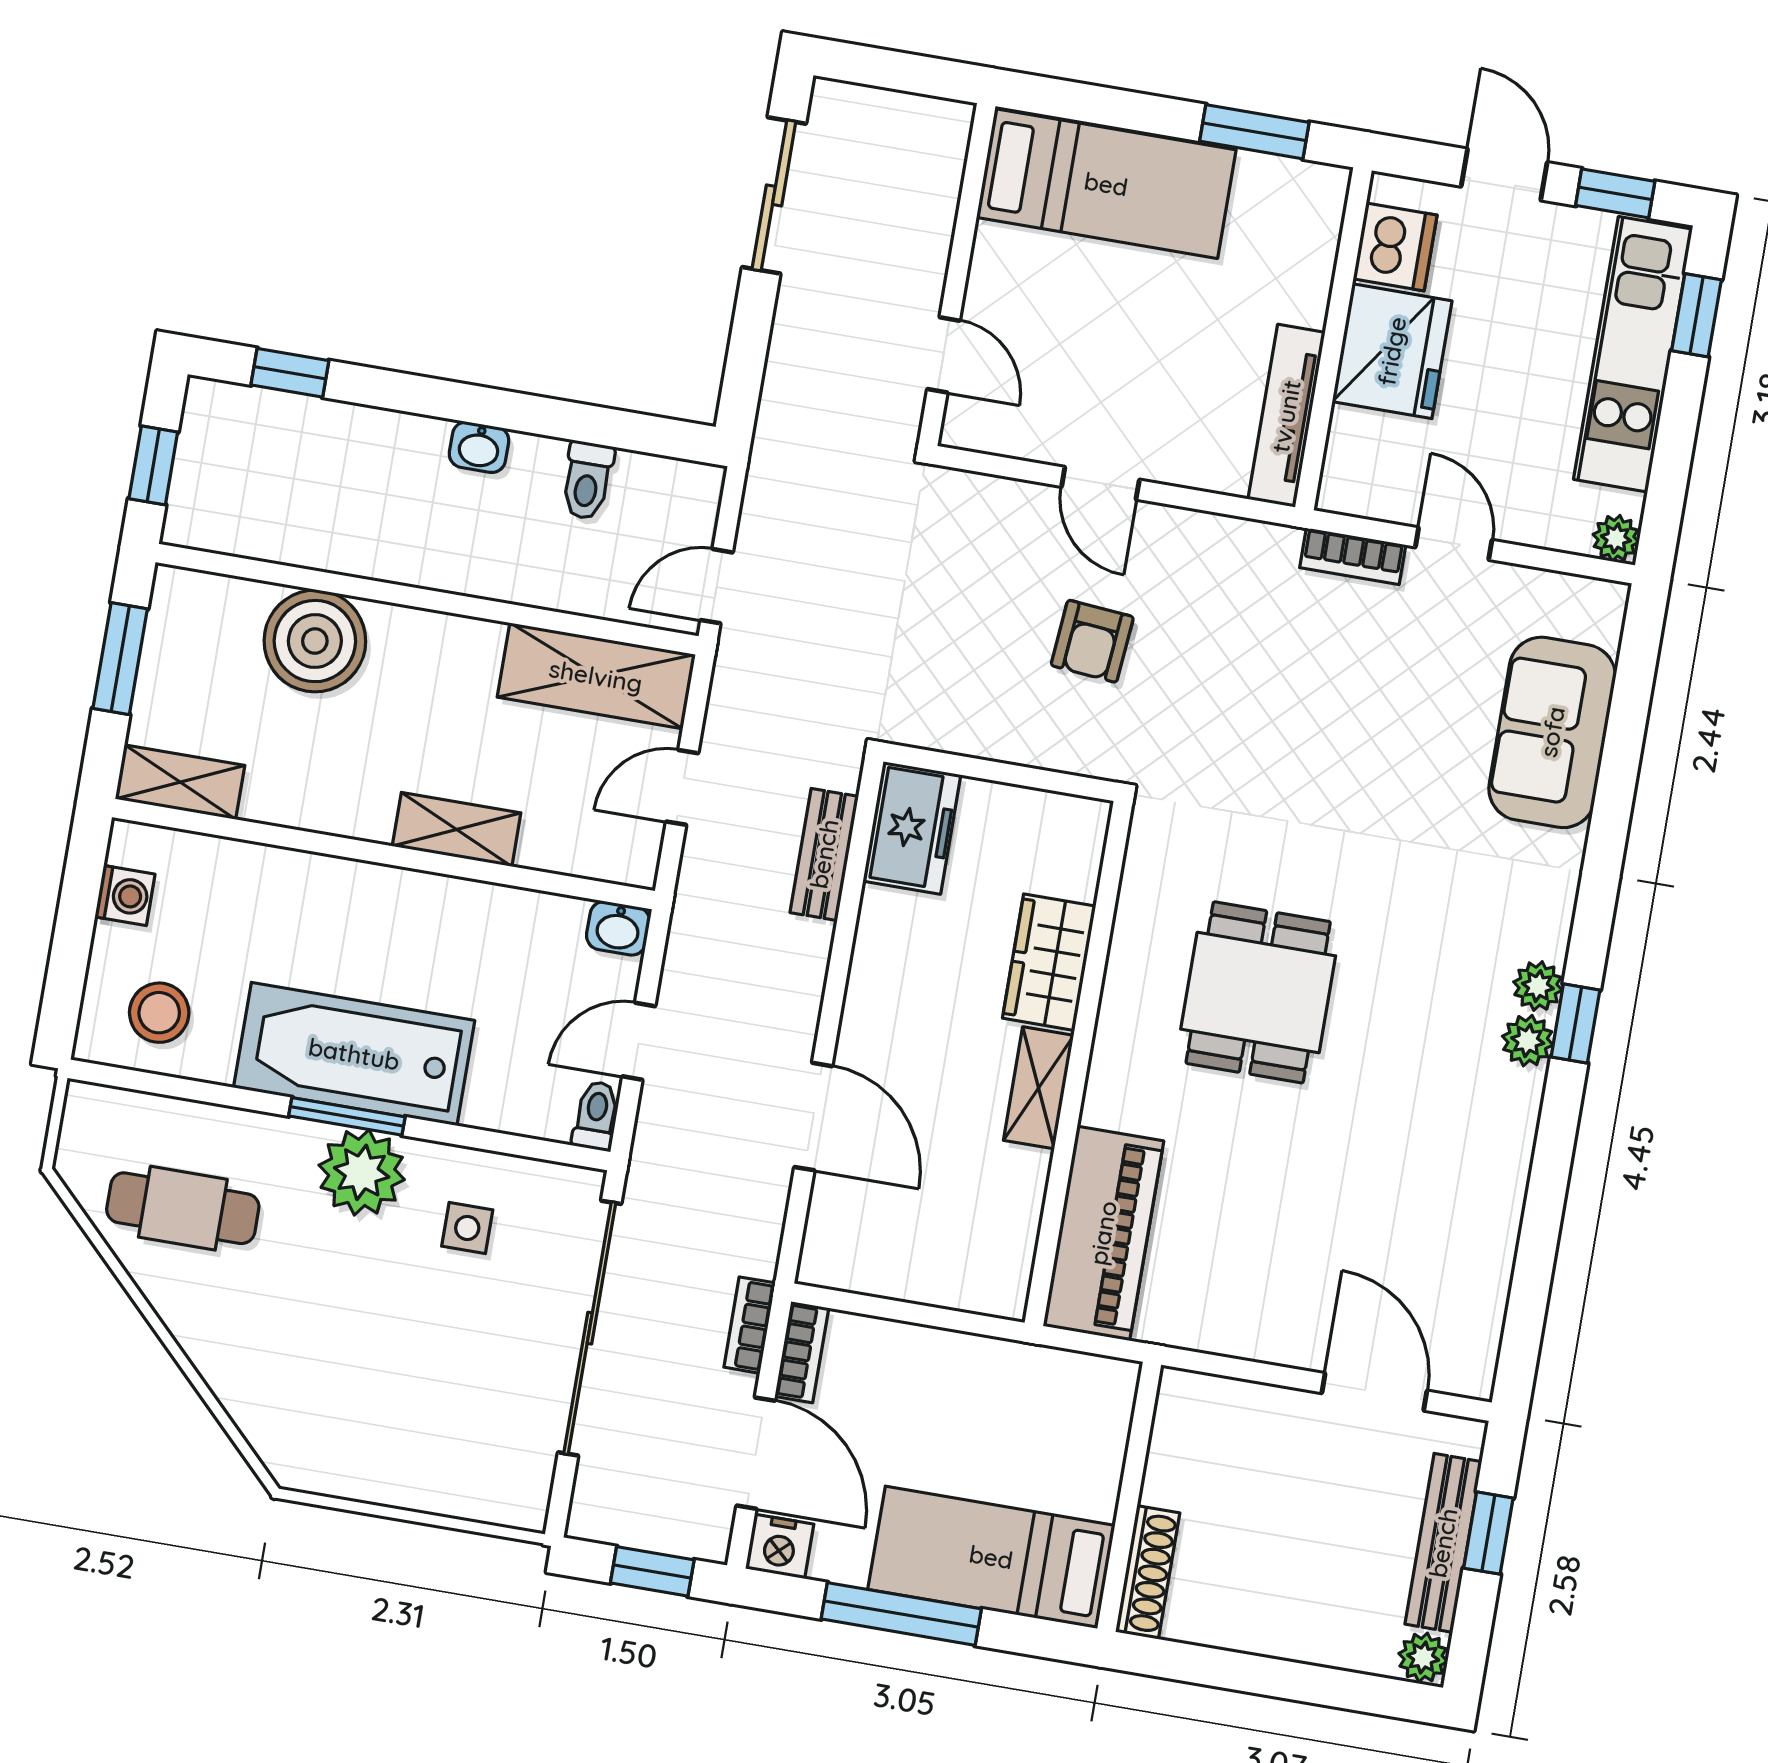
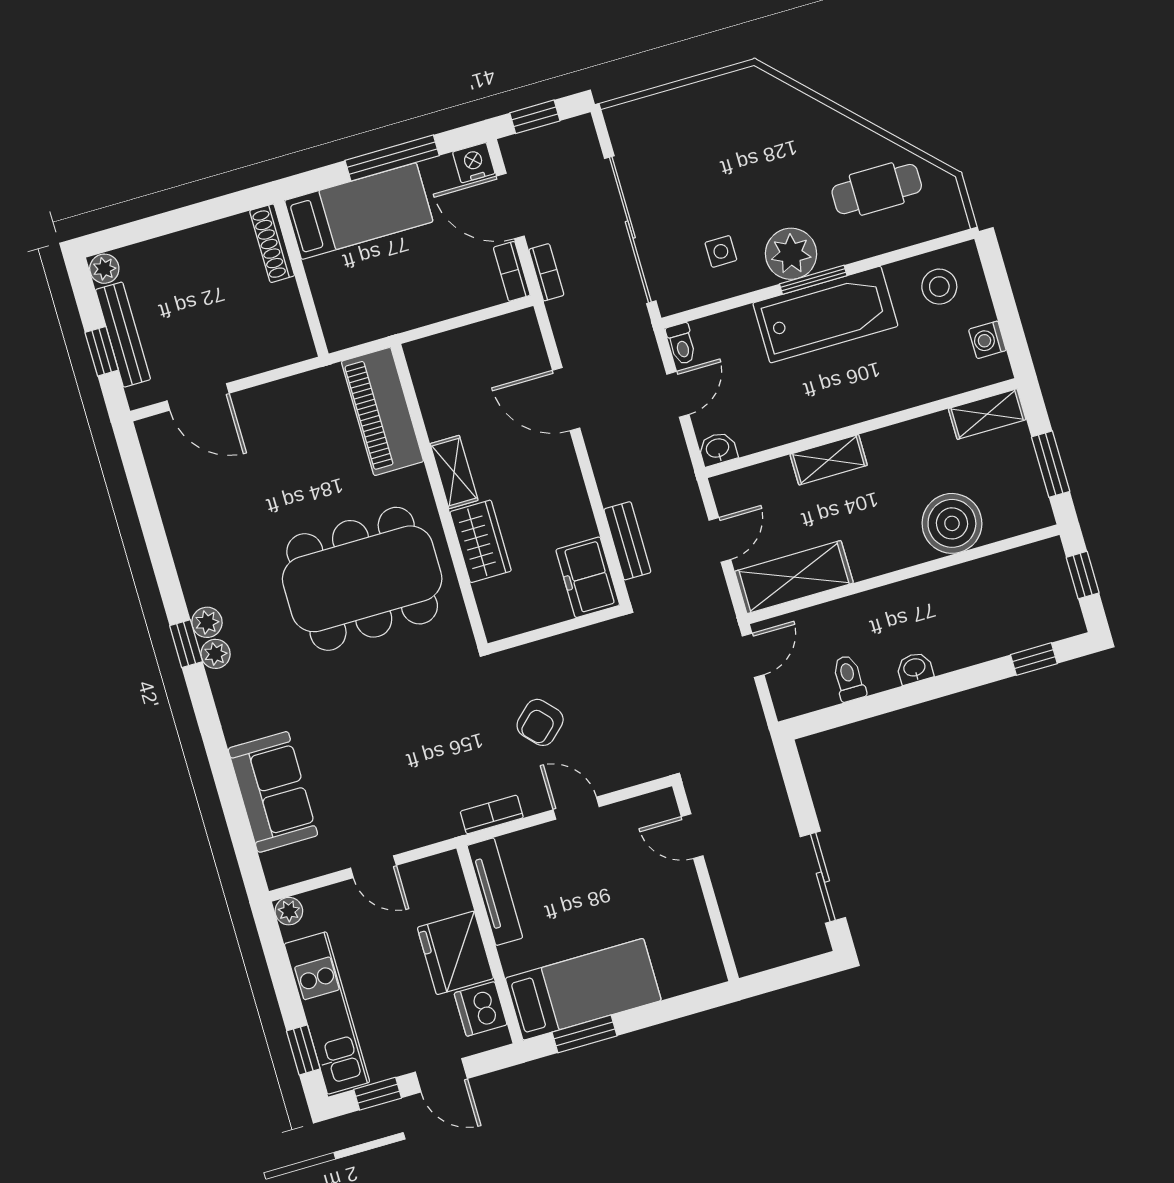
bed: (1106, 184) -> (583, 989), moved, turned 180
bookcase: (1353, 556) -> (492, 815), moved
armchair: (1092, 641) -> (540, 722), turned -138
dining table: (1258, 992) -> (362, 579), width x1.88, depth x1.24

